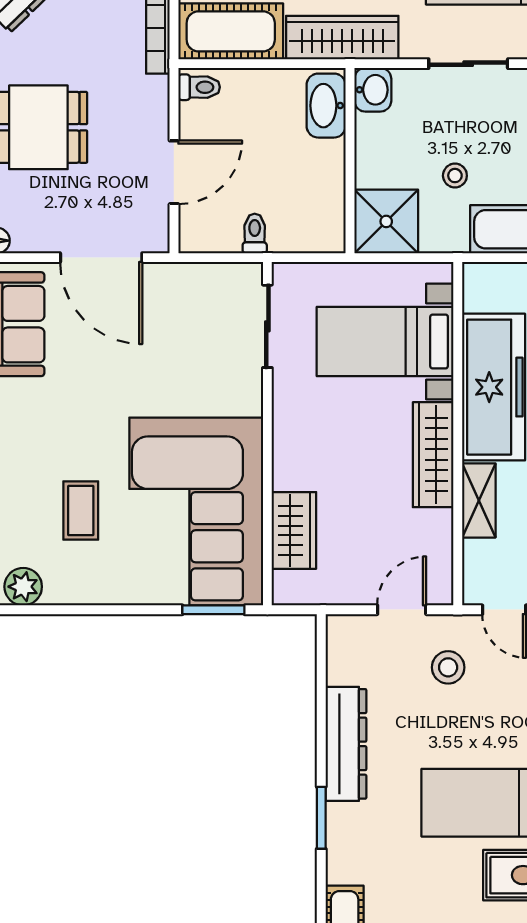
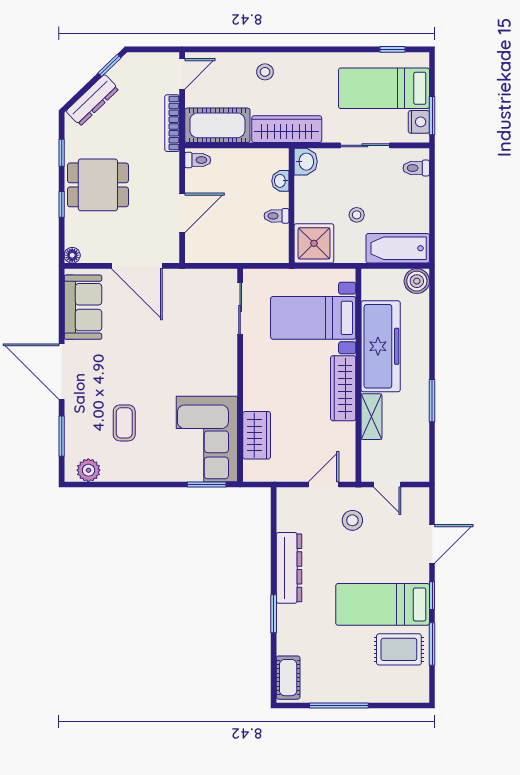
washbasin: (326, 106) -> (280, 181), width x0.52, depth x0.69
toilet: (255, 234) -> (277, 216), moved, turned -90
corner sofa: (196, 512) -> (207, 439), width x0.73, depth x0.74

